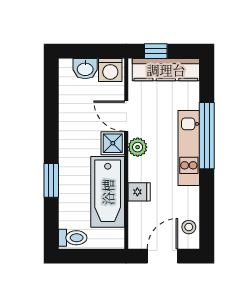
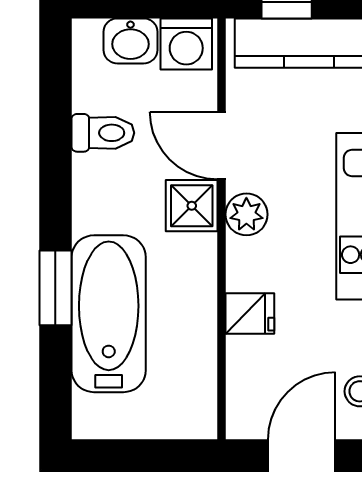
bathtub: (108, 192) -> (109, 314), moved, turned 180
toilet: (73, 238) -> (103, 133), moved

